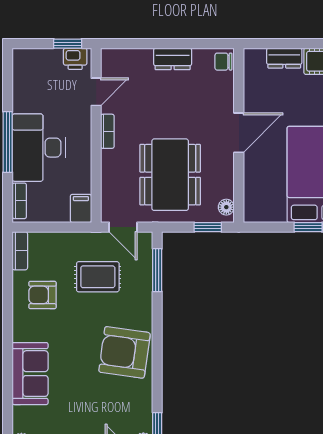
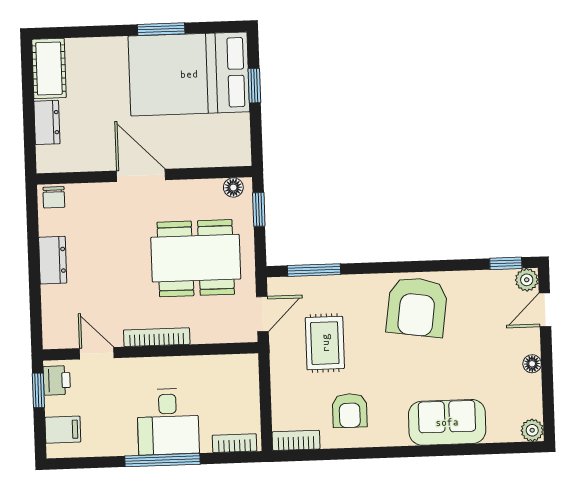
bookcase: (107, 131) -> (157, 337), width x1.56
desk: (39, 148) -> (168, 422), width x0.73
filing cabinet: (81, 208) -> (63, 430), moved, turned 180

